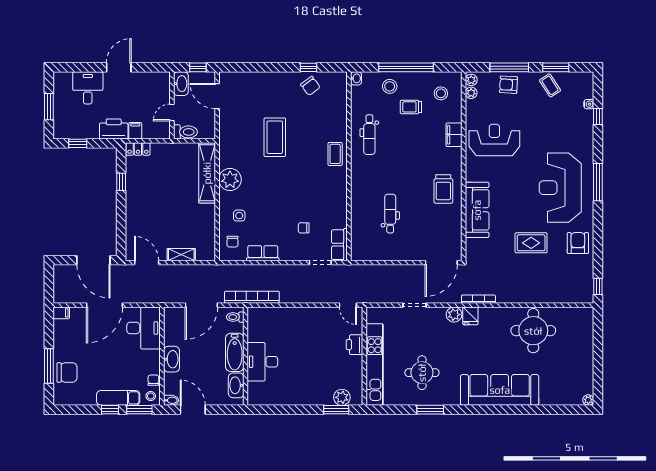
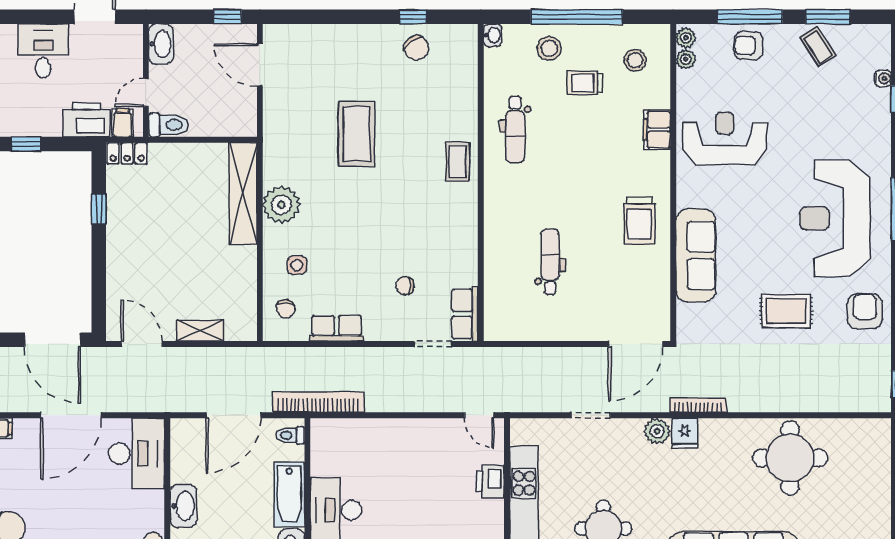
washbasin: (181, 84) -> (161, 44), moved
wall: (172, 105) -> (146, 80), moved
door: (172, 113) -> (146, 92), moved
toilet: (185, 132) -> (169, 125), moved

